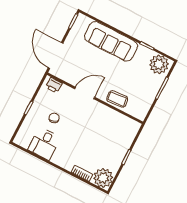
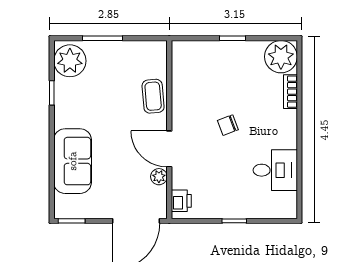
sofa: (111, 41) -> (73, 161), width x0.73
plant: (73, 80) -> (159, 177), added
chair: (54, 118) -> (228, 125), moved

